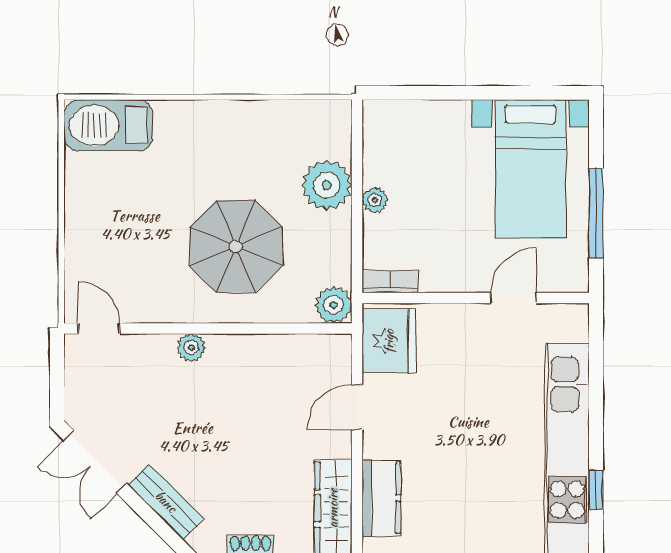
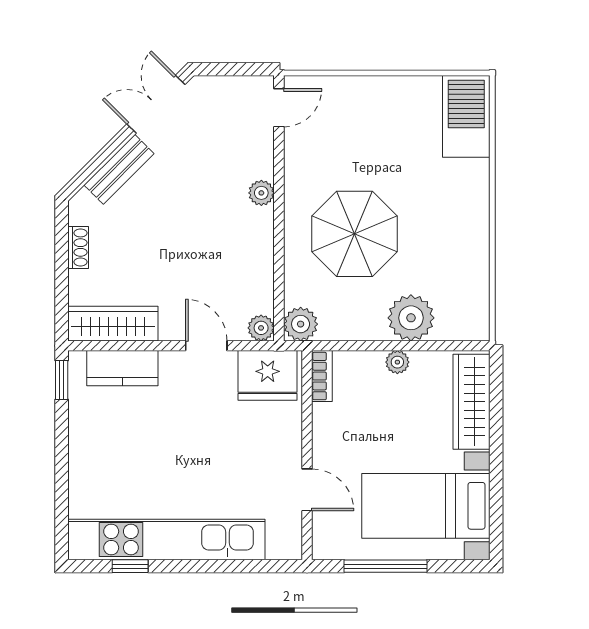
wardrobe: (418, 120) -> (471, 402), added
plant: (338, 348) -> (261, 328), added

